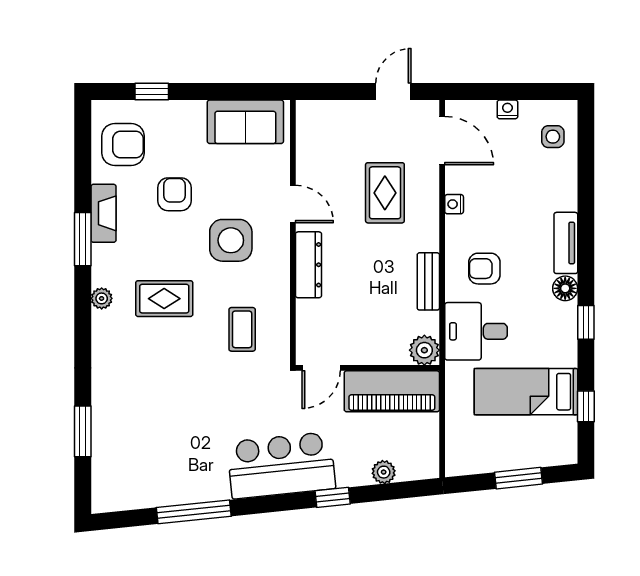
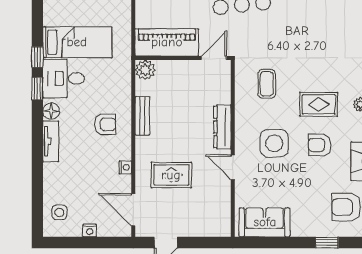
rug: (385, 193) -> (171, 175), turned 90
armchair: (174, 194) -> (320, 145), moved, turned 90
desk: (476, 331) -> (64, 78), moved, turned 180
window: (586, 406) -> (37, 57), moved

